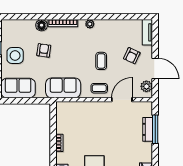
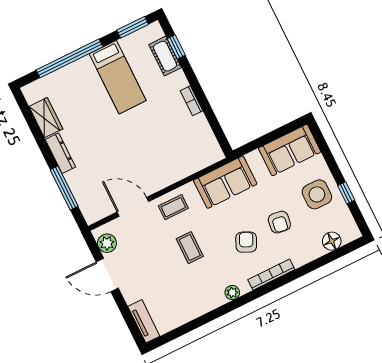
floor lamp: (42, 25) -> (332, 241), moved
armchair: (132, 56) -> (246, 242), moved
door: (122, 100) -> (133, 207), swing flipped
dresser: (148, 129) -> (60, 153), moved

